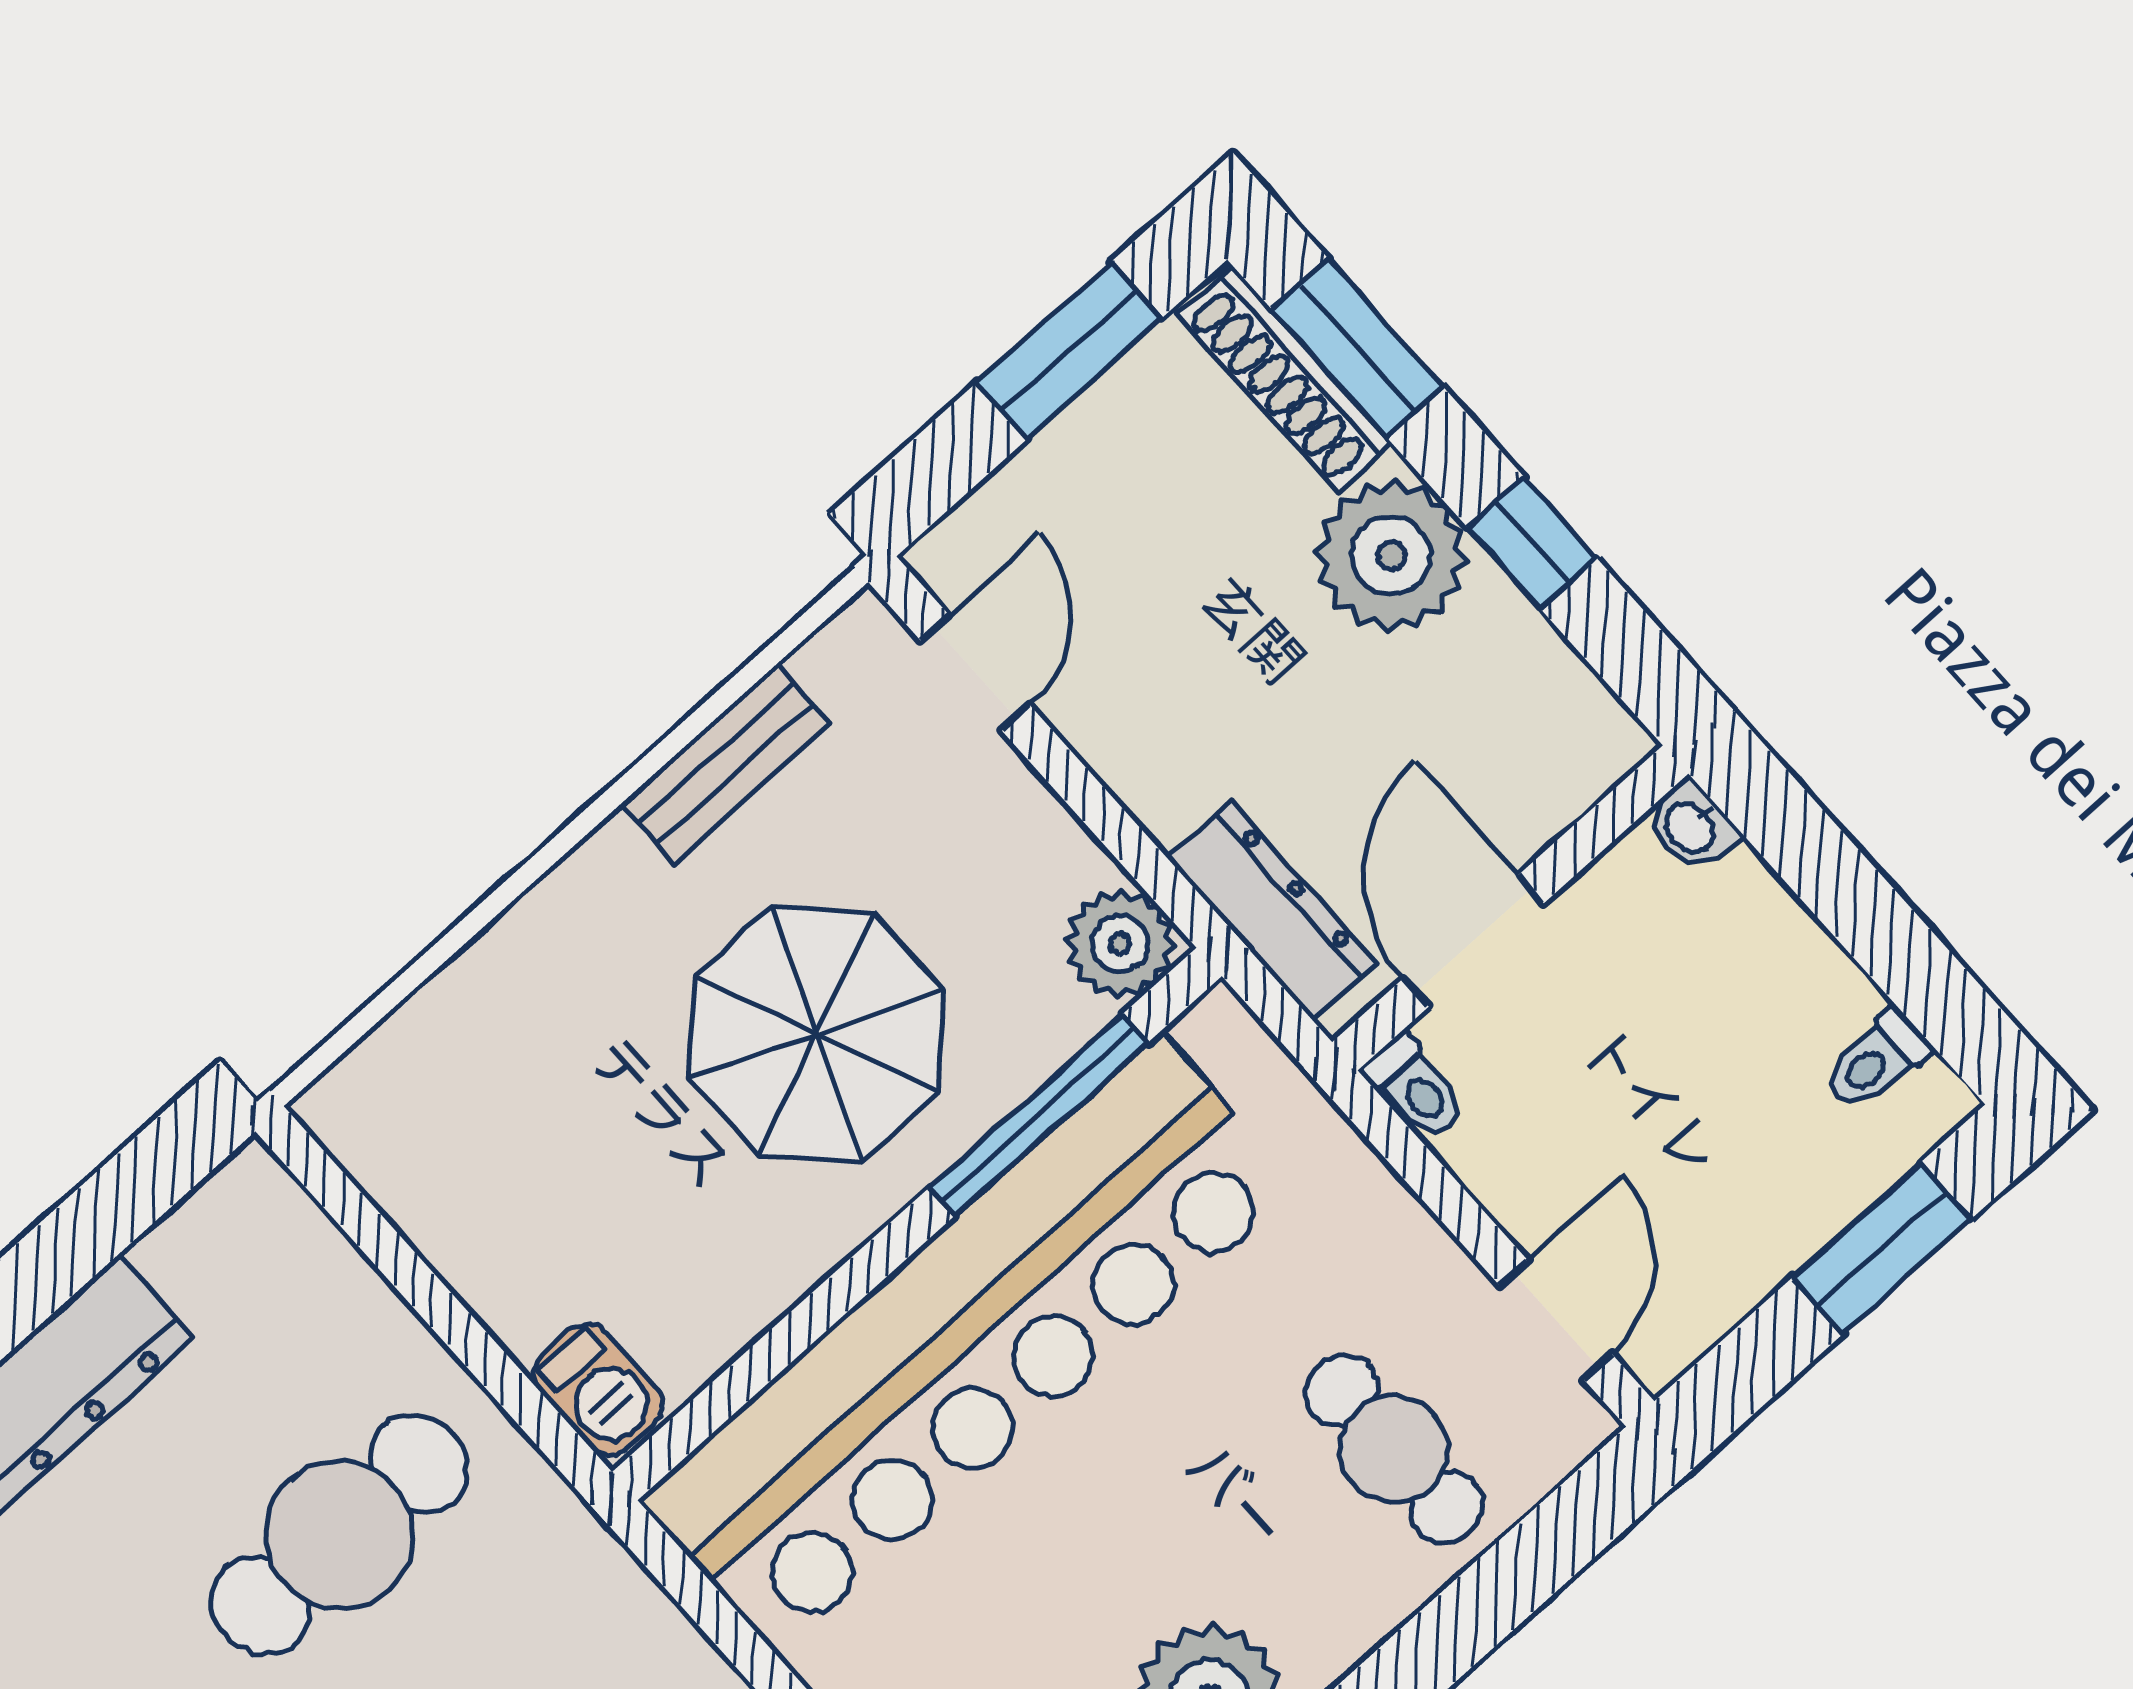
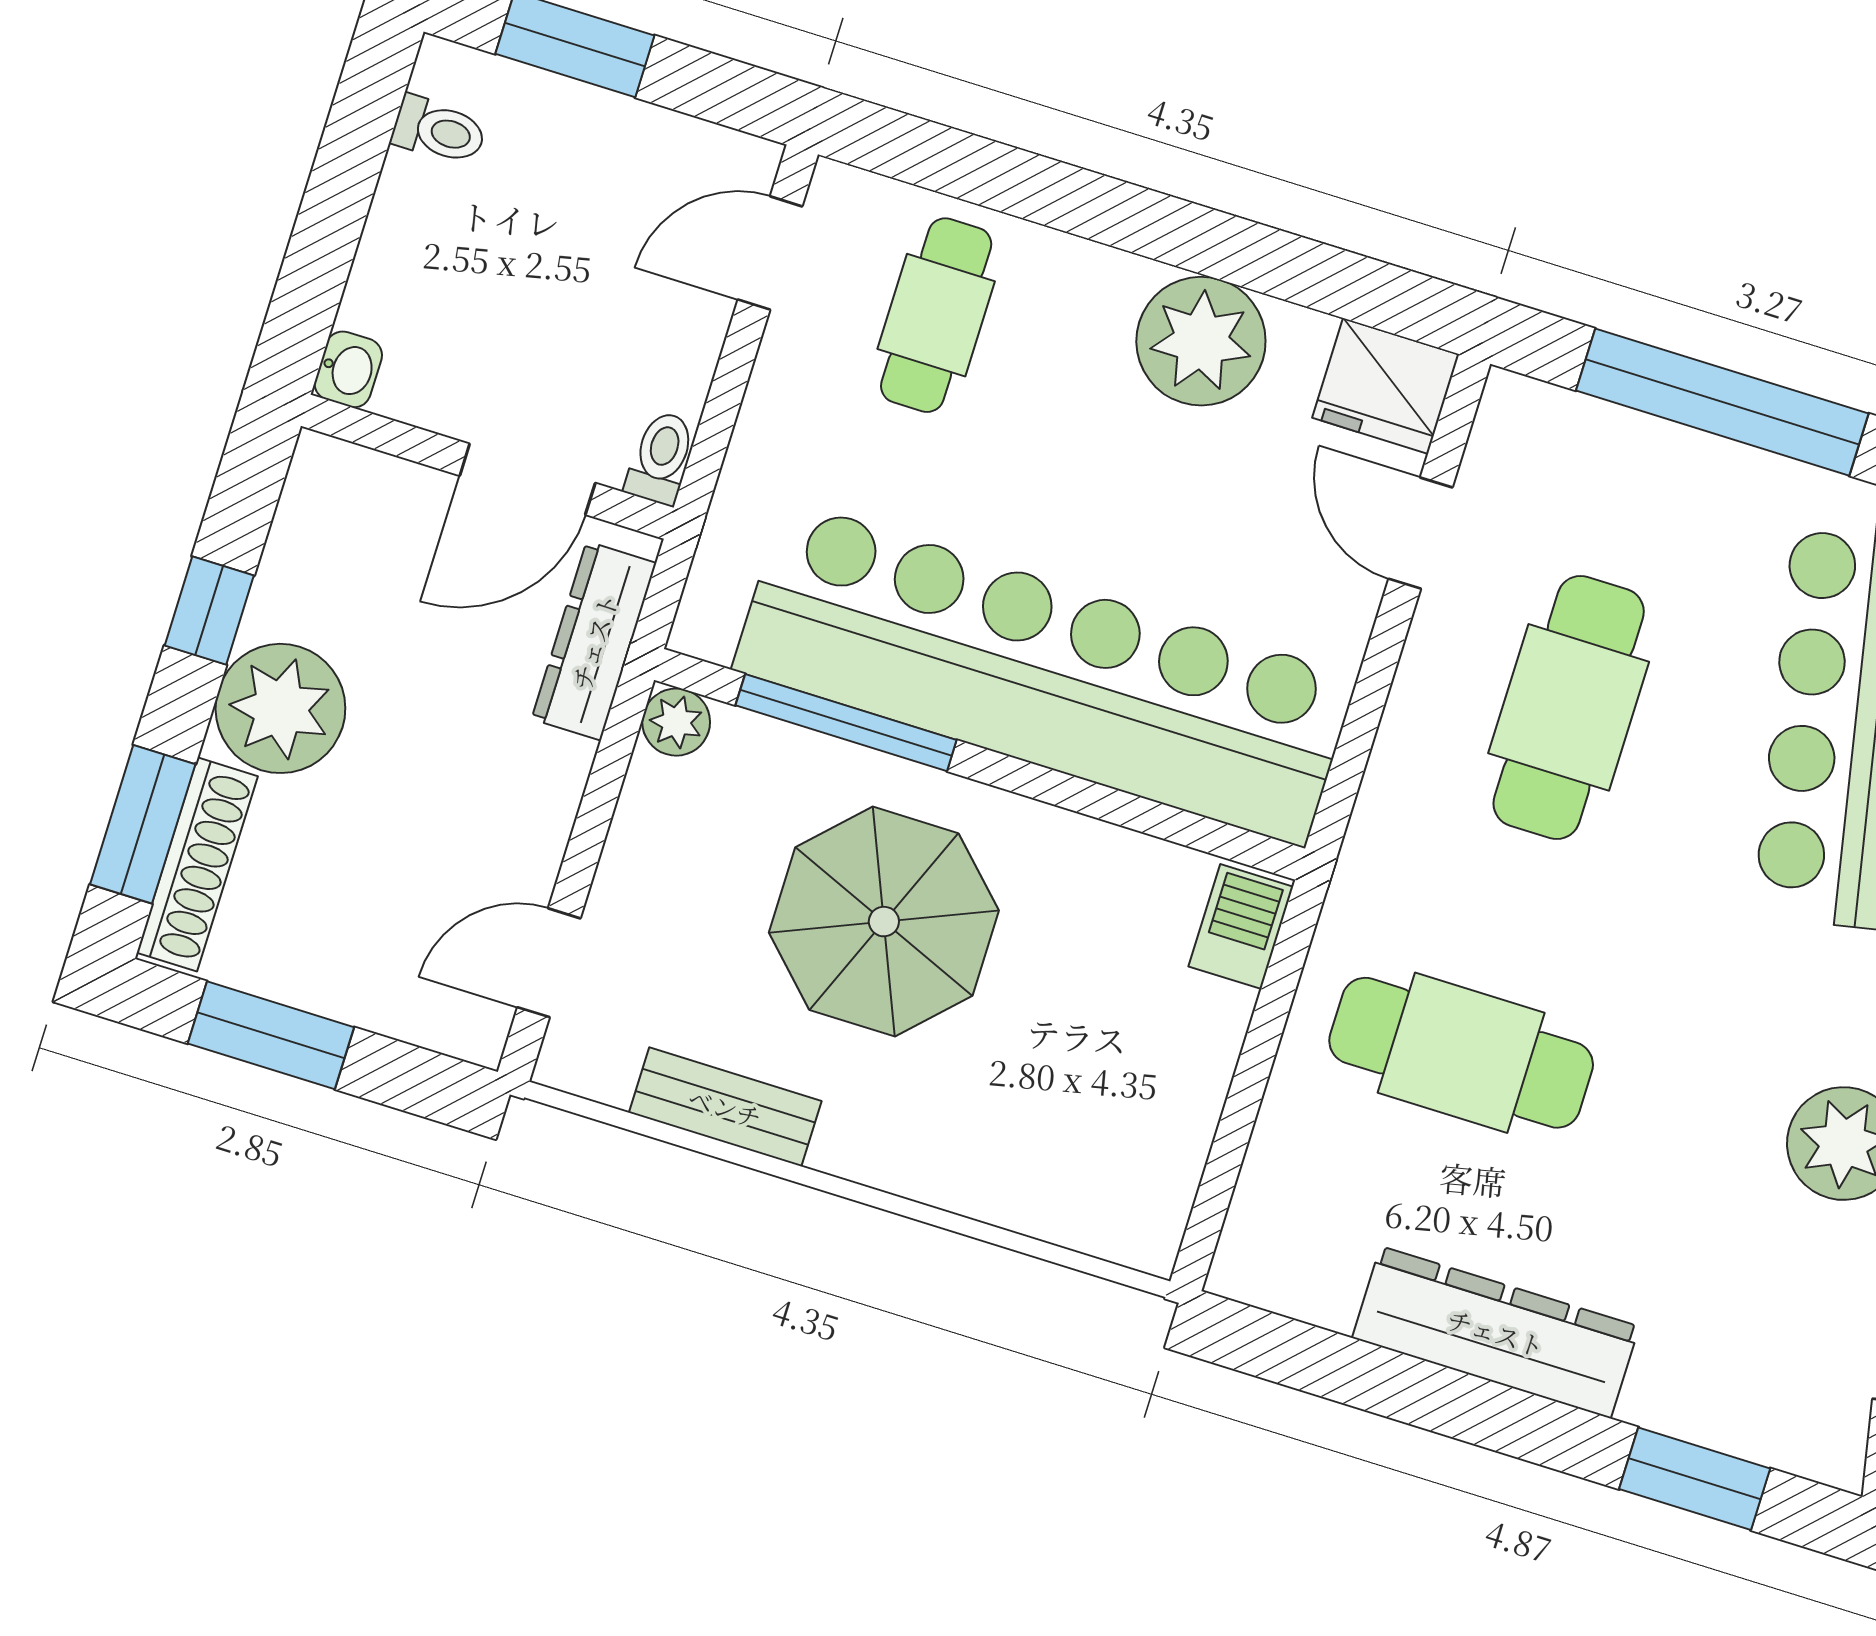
plant: (1120, 944) -> (676, 722), width x0.73, depth x0.73

